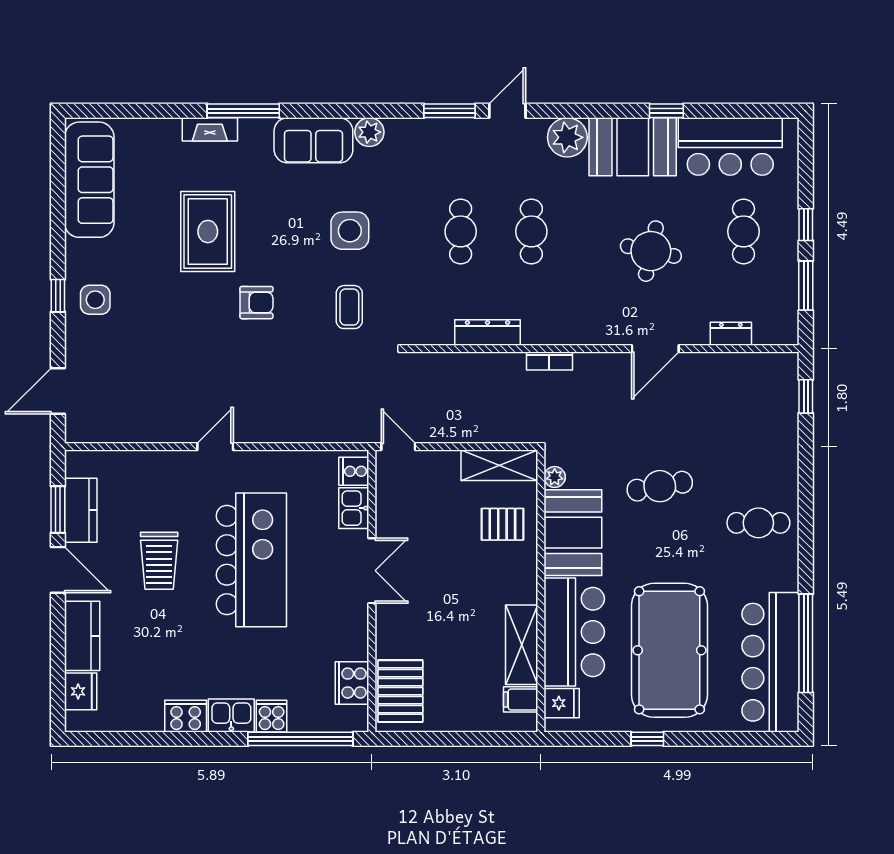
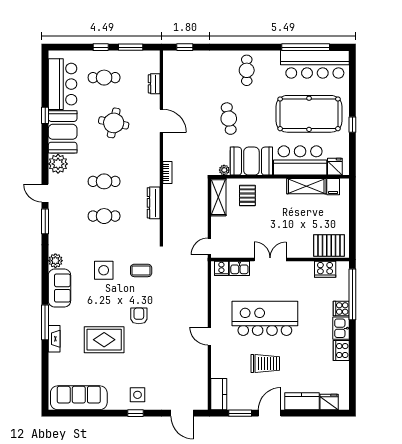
kitchen counter: (81, 510) -> (219, 394), moved, turned 90

